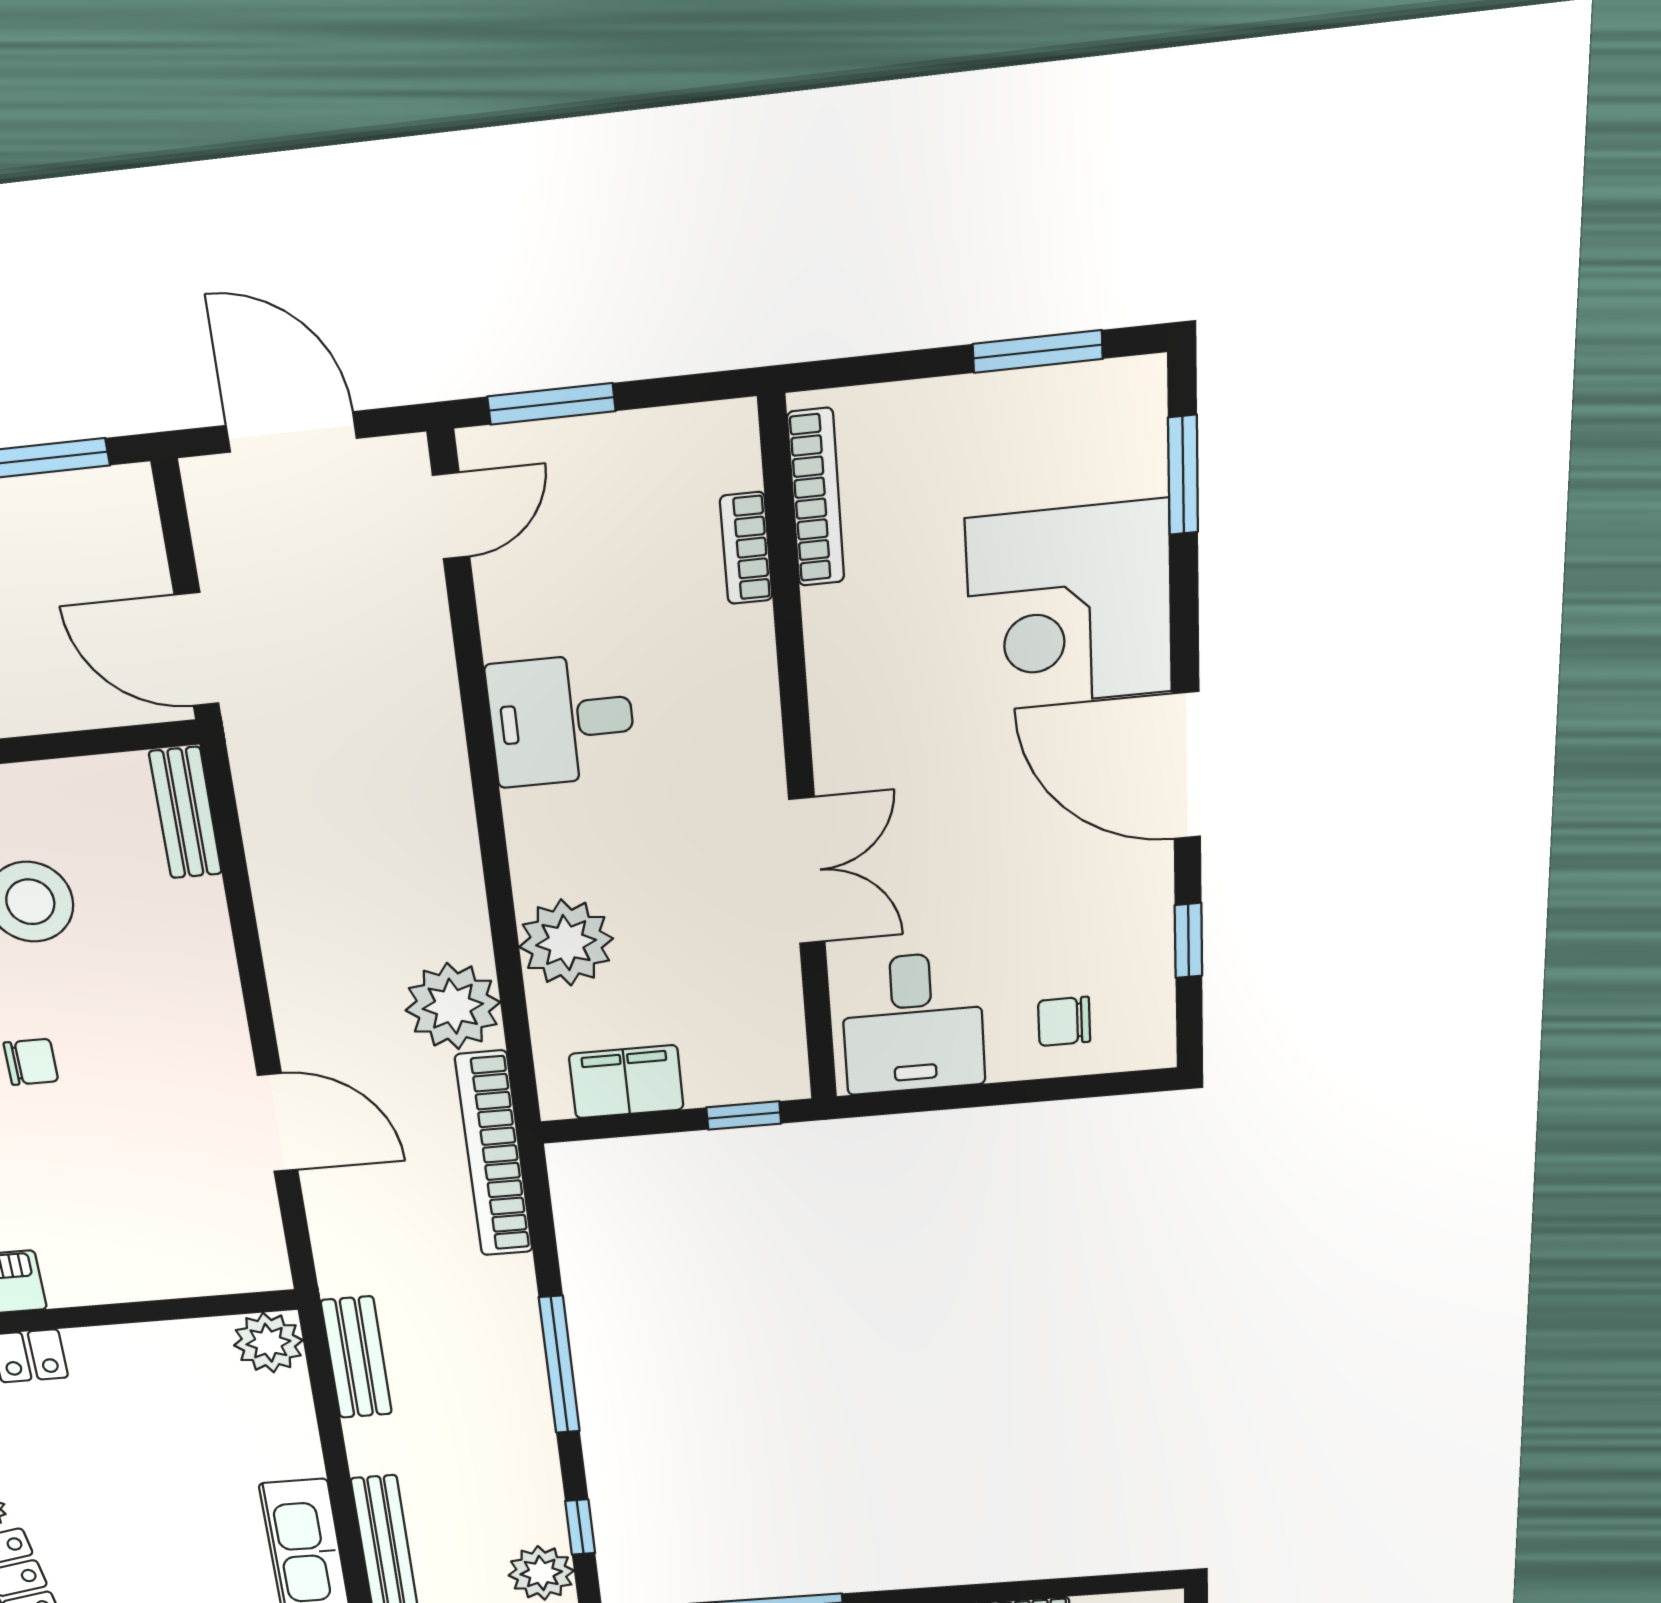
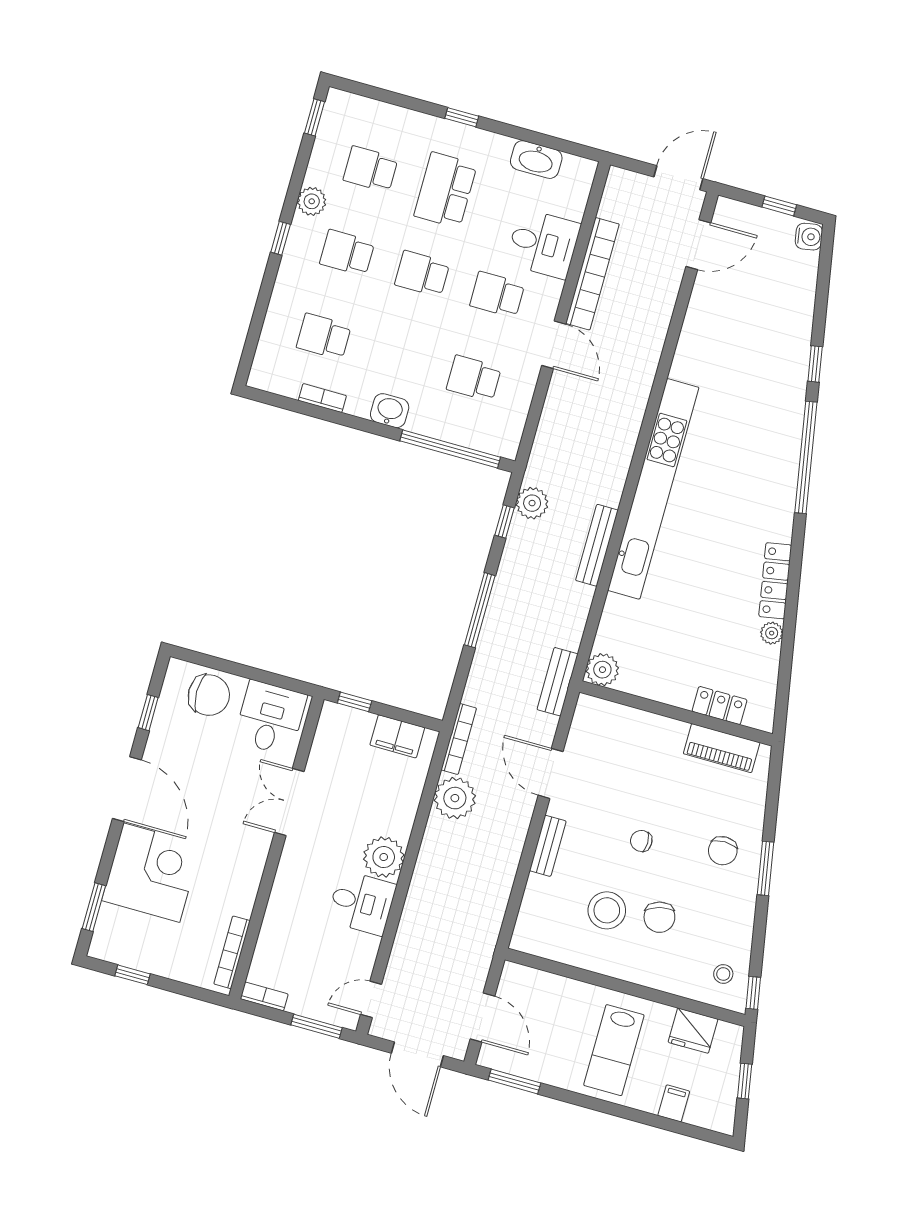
window: (1038, 351) -> (133, 975), width x0.67
bookcase: (746, 548) -> (264, 996), moved, turned -90
door: (197, 649) -> (482, 1018), moved
bench: (185, 813) -> (548, 846), moved
plant: (566, 943) -> (384, 857), moved
chair: (1064, 1021) -> (209, 695), width x1.87, depth x1.87
bookcase: (494, 1154) -> (459, 739), width x0.68, depth x0.76
bench: (356, 1357) -> (558, 682), moved

